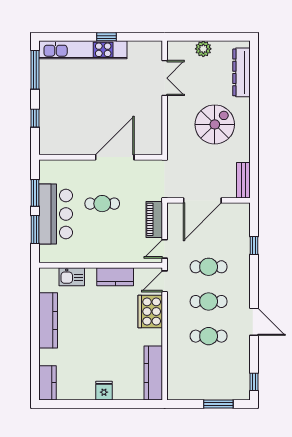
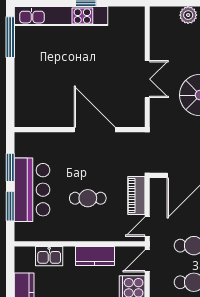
double door: (165, 78) -> (147, 79), moved
window: (35, 118) -> (10, 88), removed
door: (115, 157) -> (95, 130), hinge flipped
cafe table: (102, 204) -> (88, 198), moved

